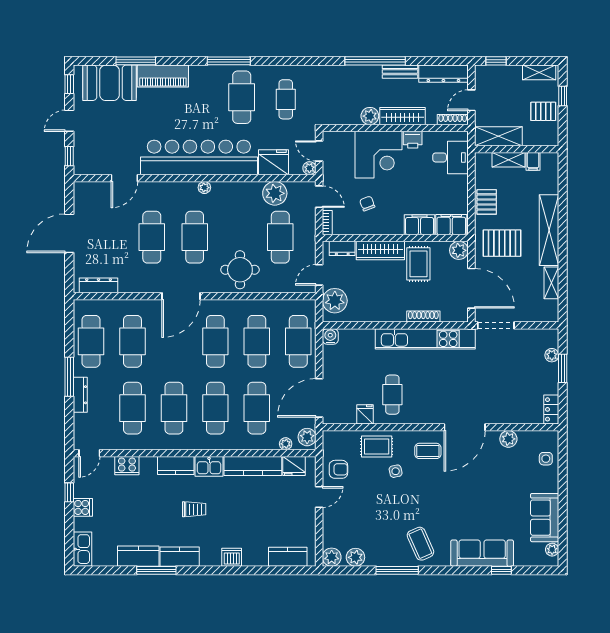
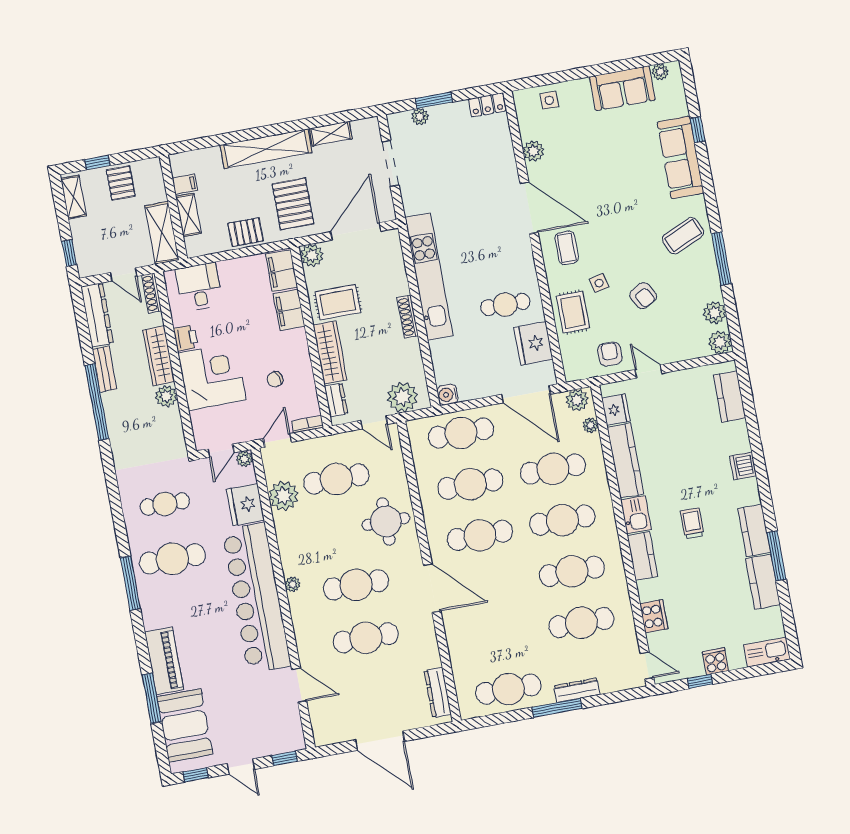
shoe rack: (423, 317) -> (408, 317), moved
doorway: (496, 325) -> (391, 163), moved
cafe table: (132, 341) -> (499, 638), removed
fridge: (365, 414) -> (533, 343), width x1.88, depth x1.34
armchair: (379, 504) -> (643, 296), added

